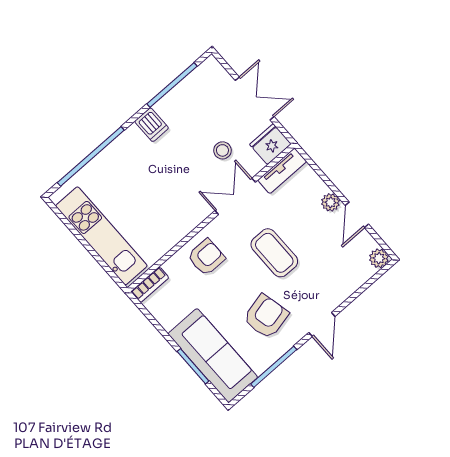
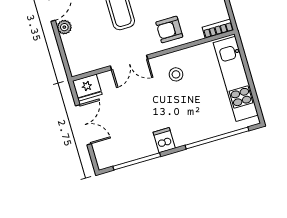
double door: (255, 98) -> (83, 125), swing flipped
stool: (222, 150) -> (176, 74), moved
tv unit: (282, 171) -> (88, 65), removed

